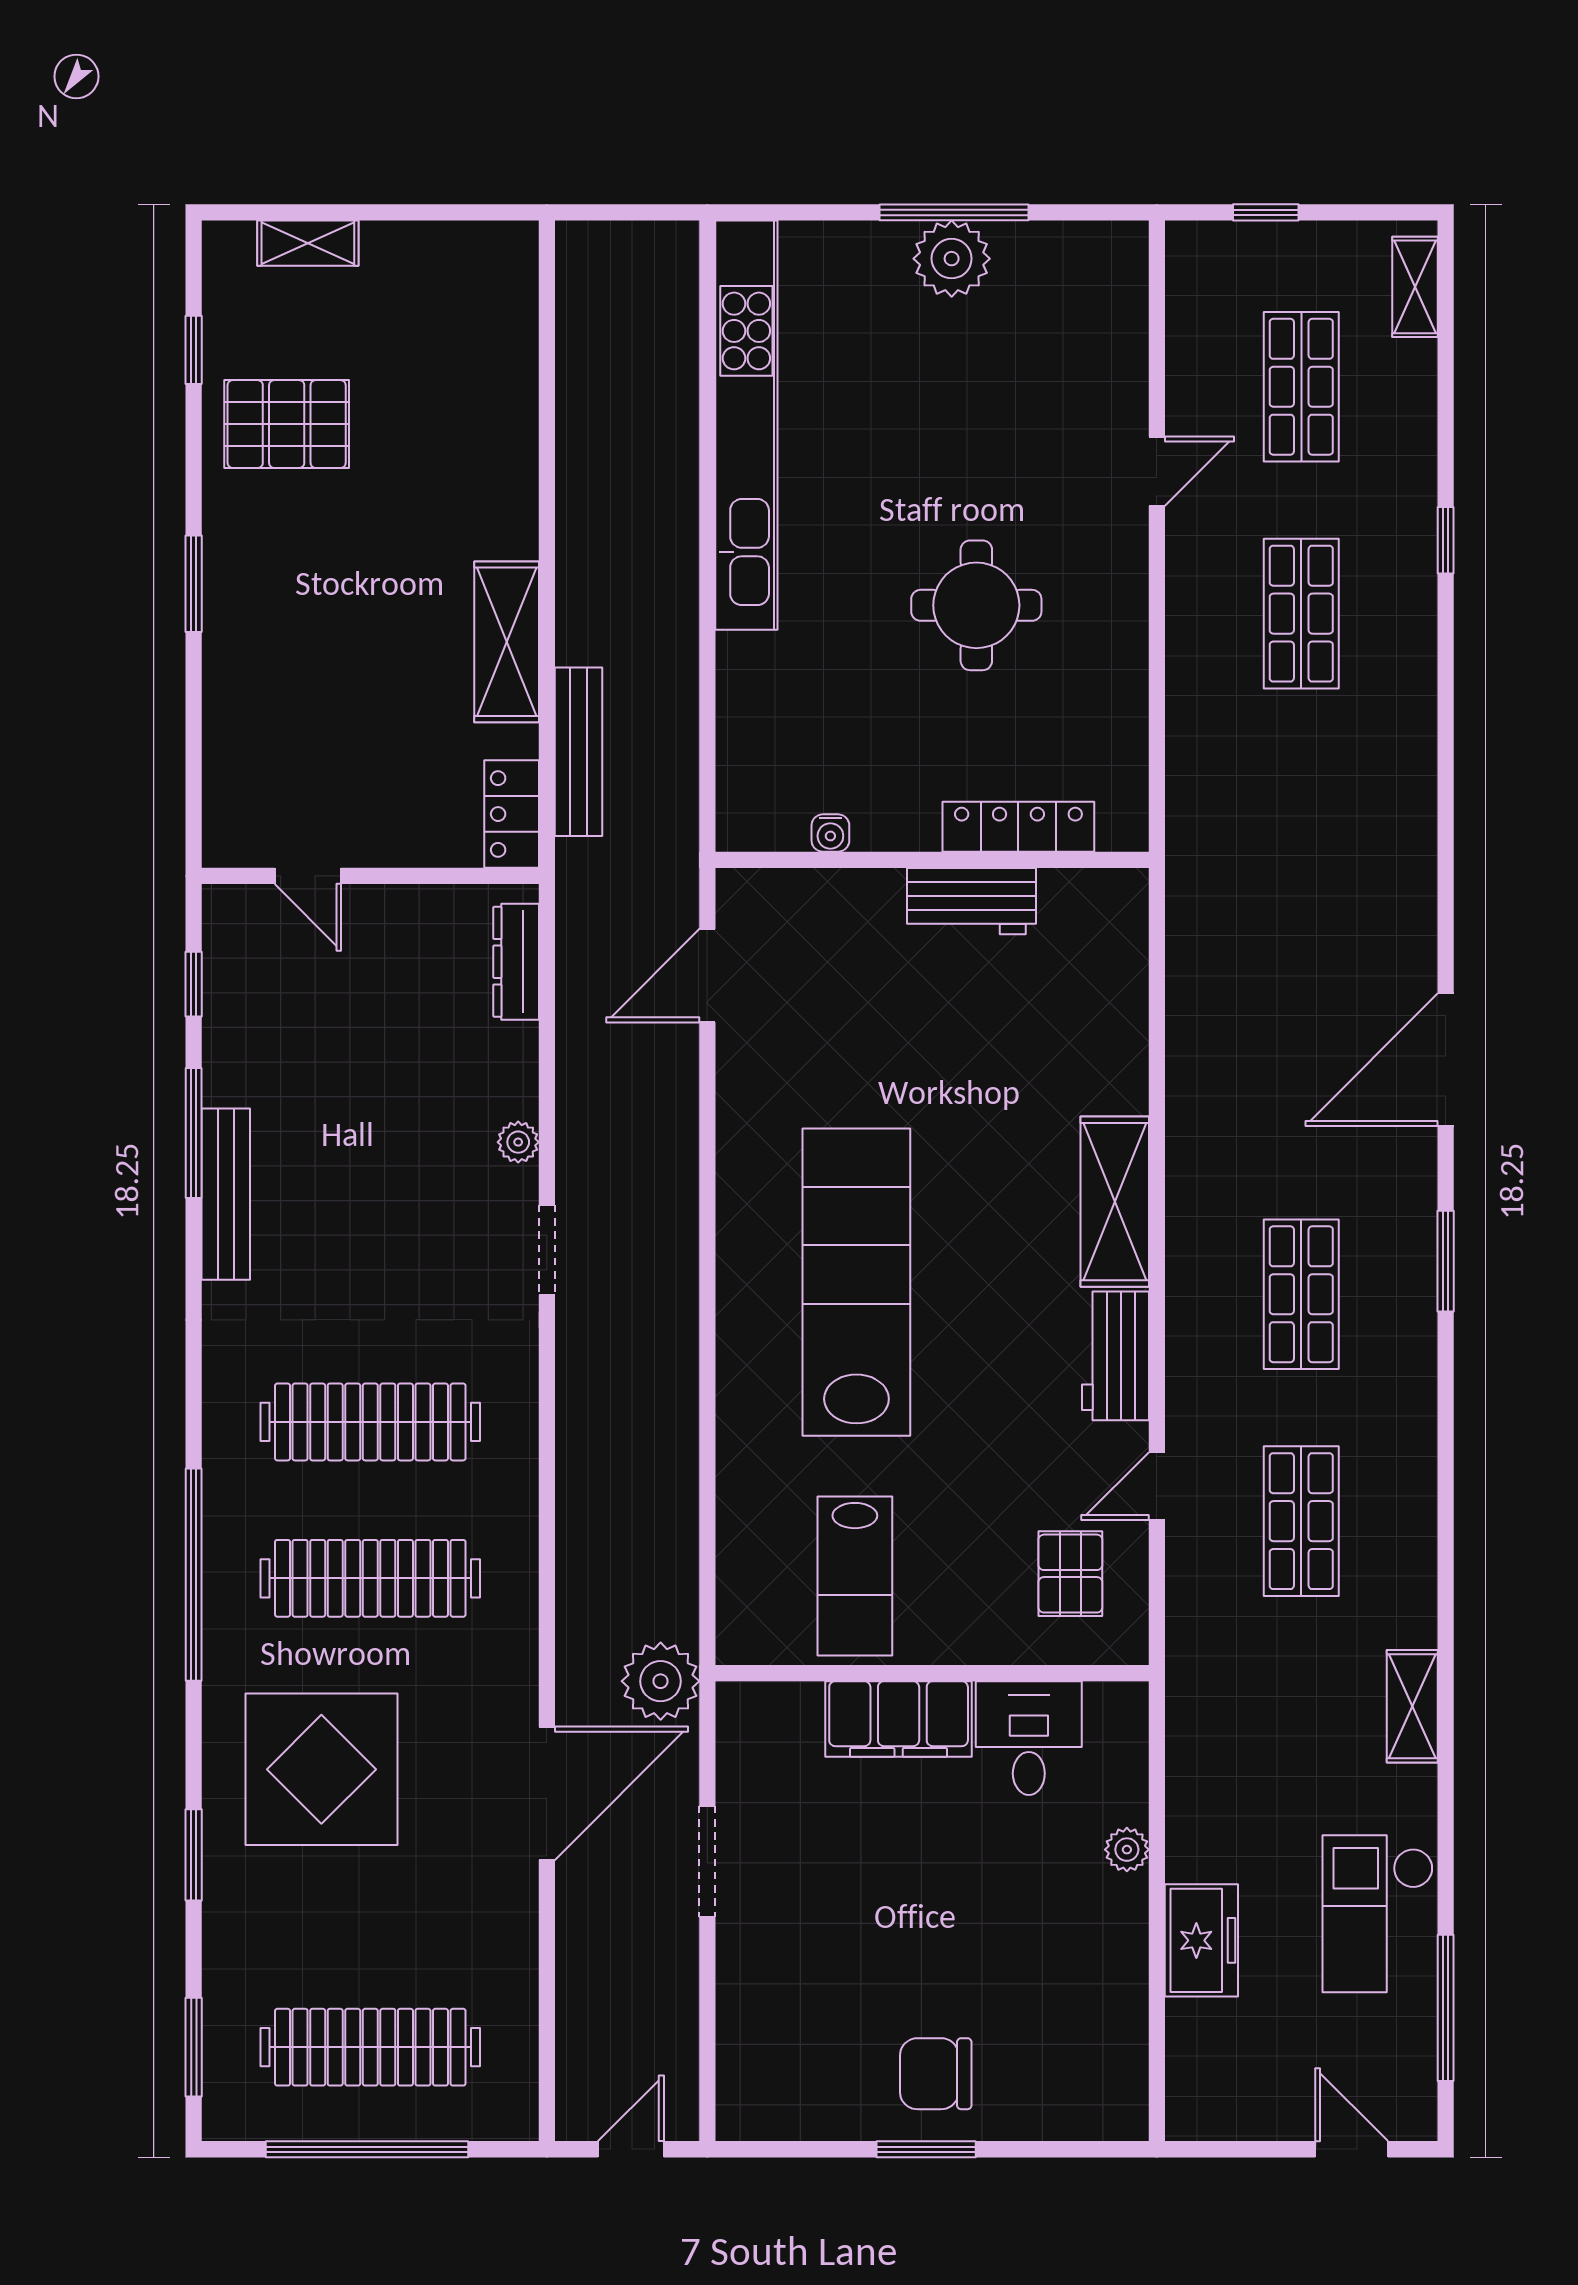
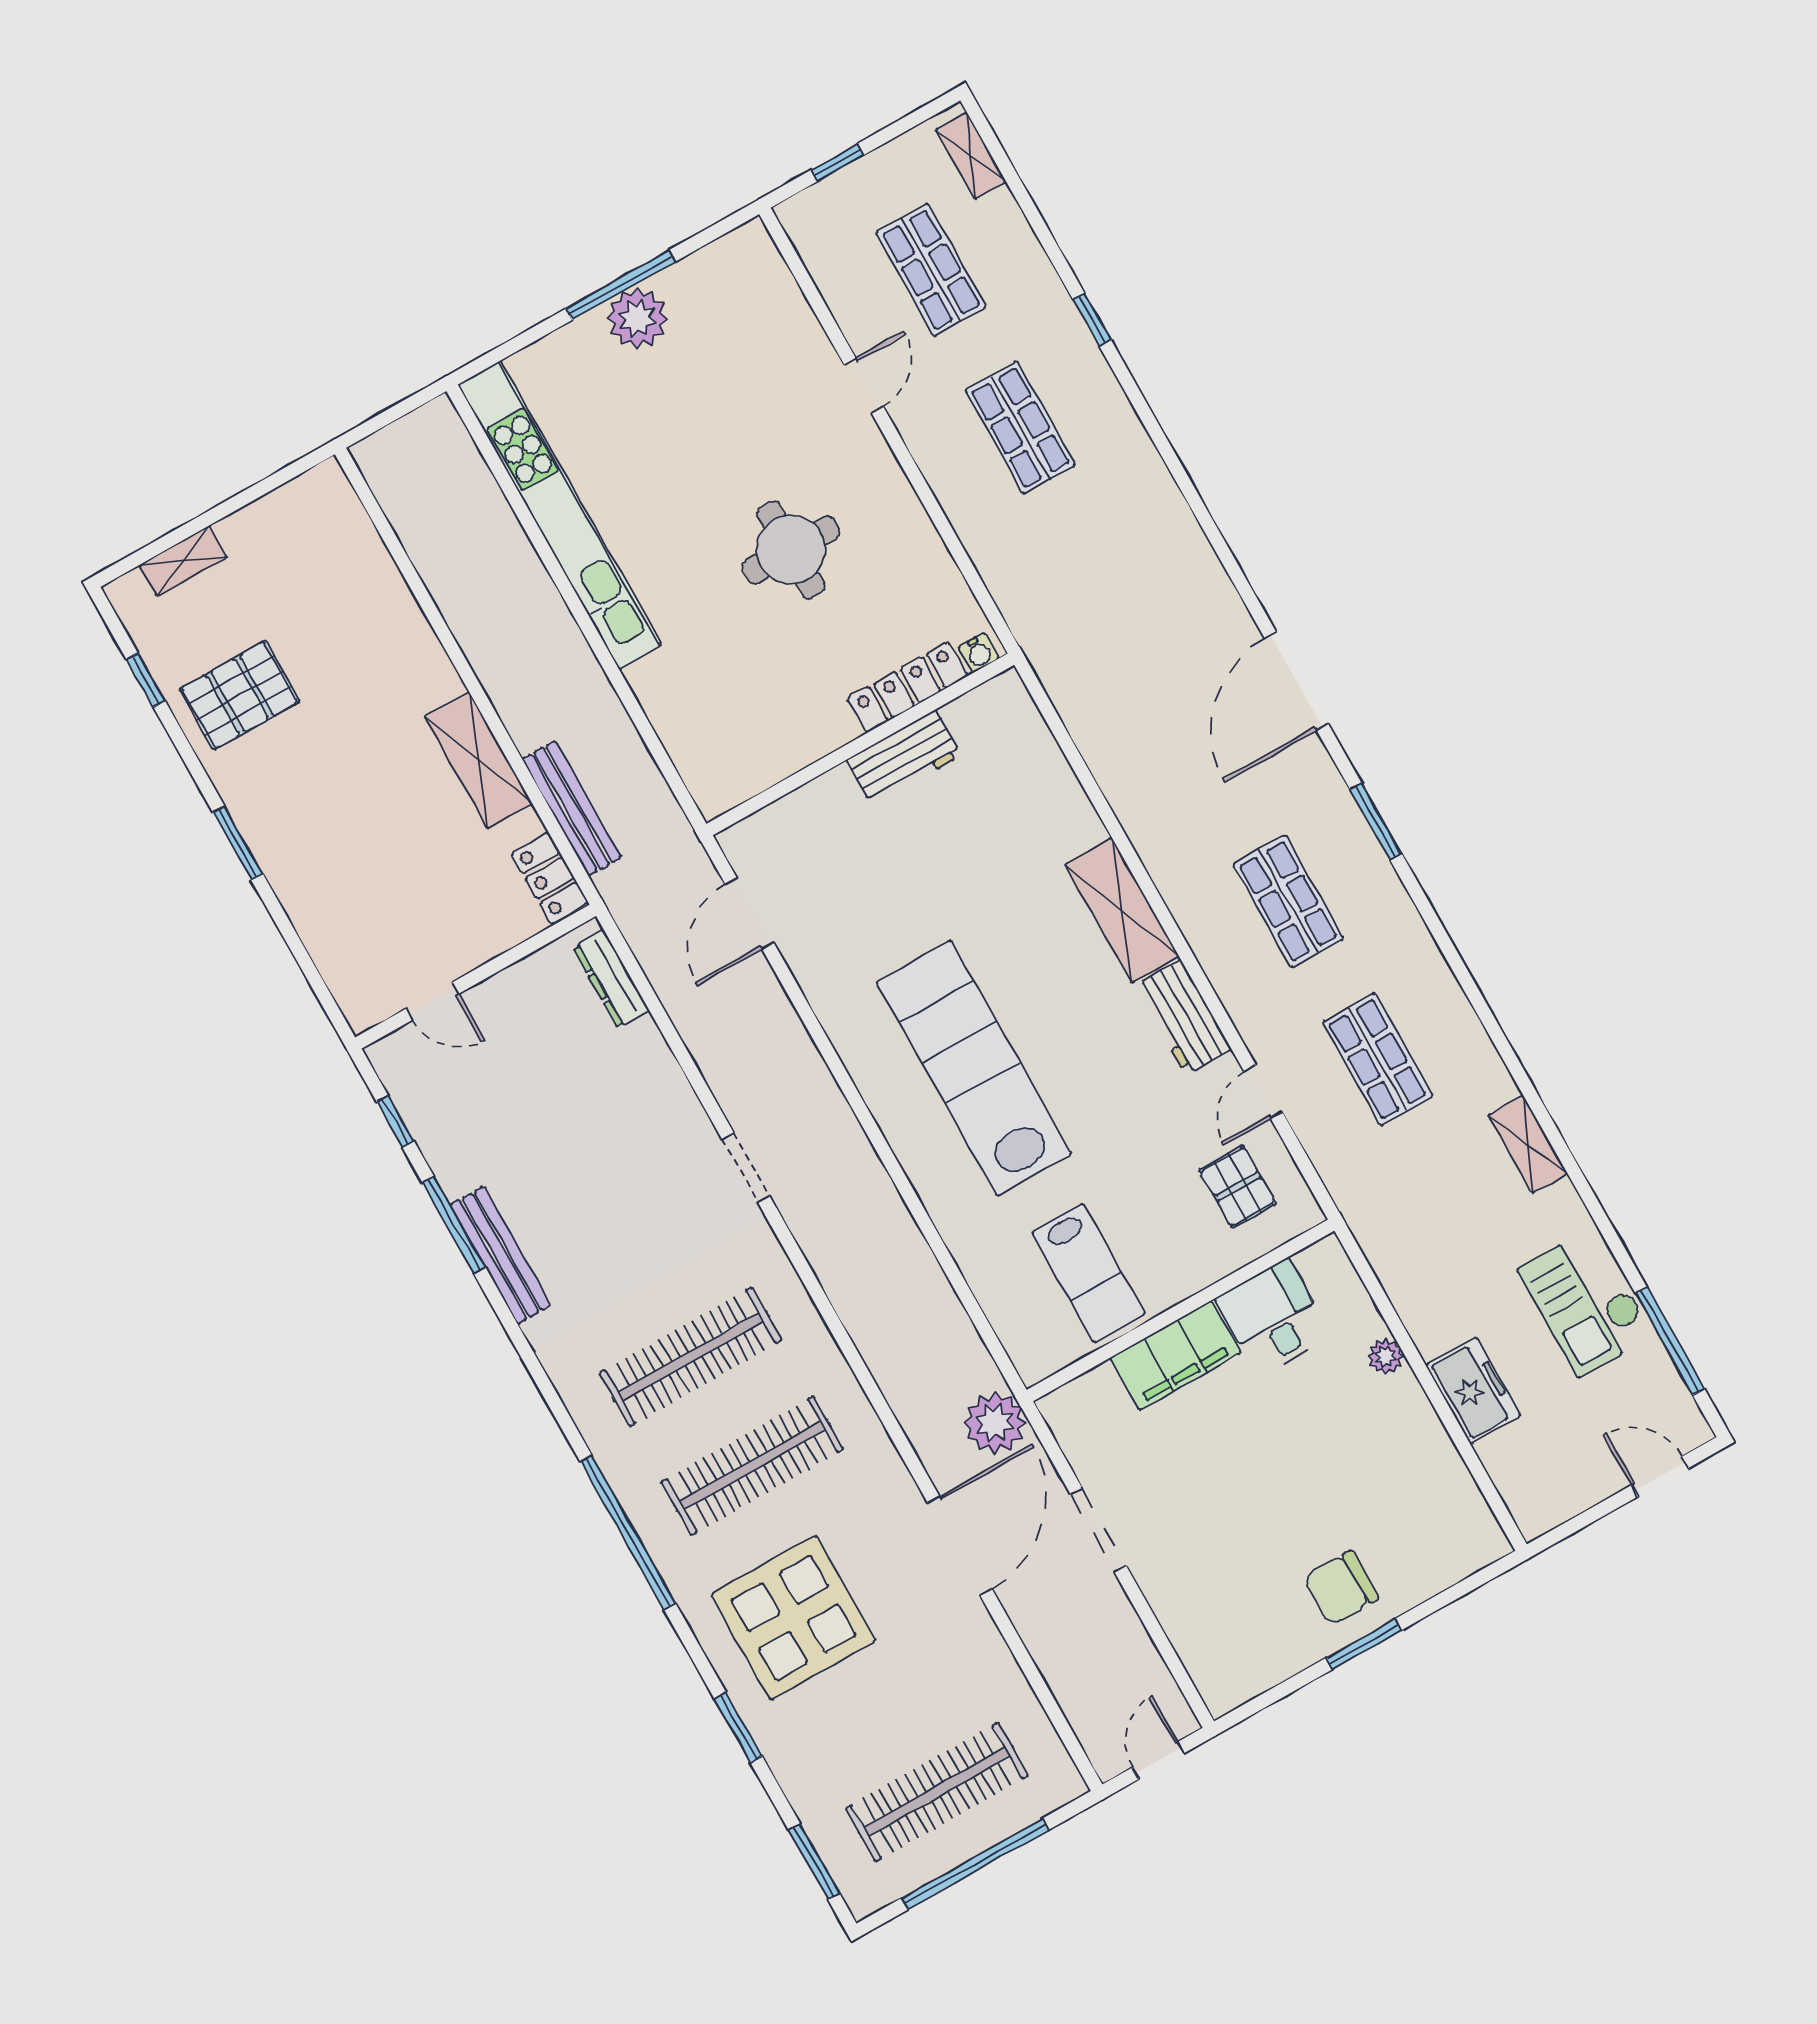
water cooler: (830, 833) -> (979, 653), moved
plant: (518, 1142) -> (683, 1104), removed

